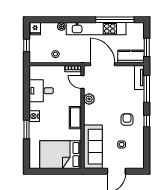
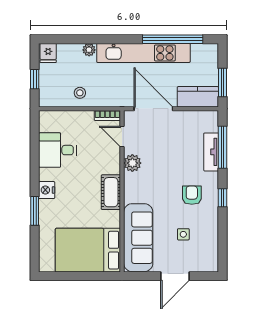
tv unit: (139, 77) -> (211, 152), moved

